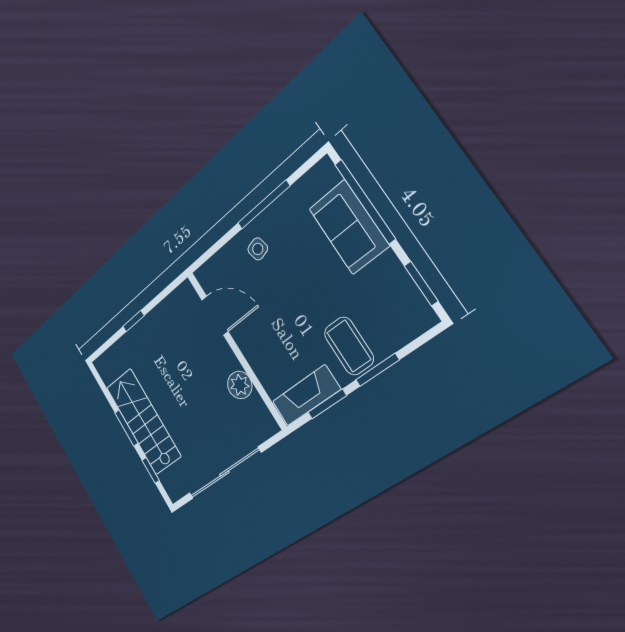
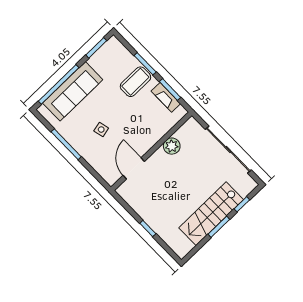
sofa: (349, 227) -> (73, 91), width x1.36
side table: (258, 249) -> (101, 130), moved
fireplace: (306, 396) -> (166, 97), width x0.73, depth x0.76

